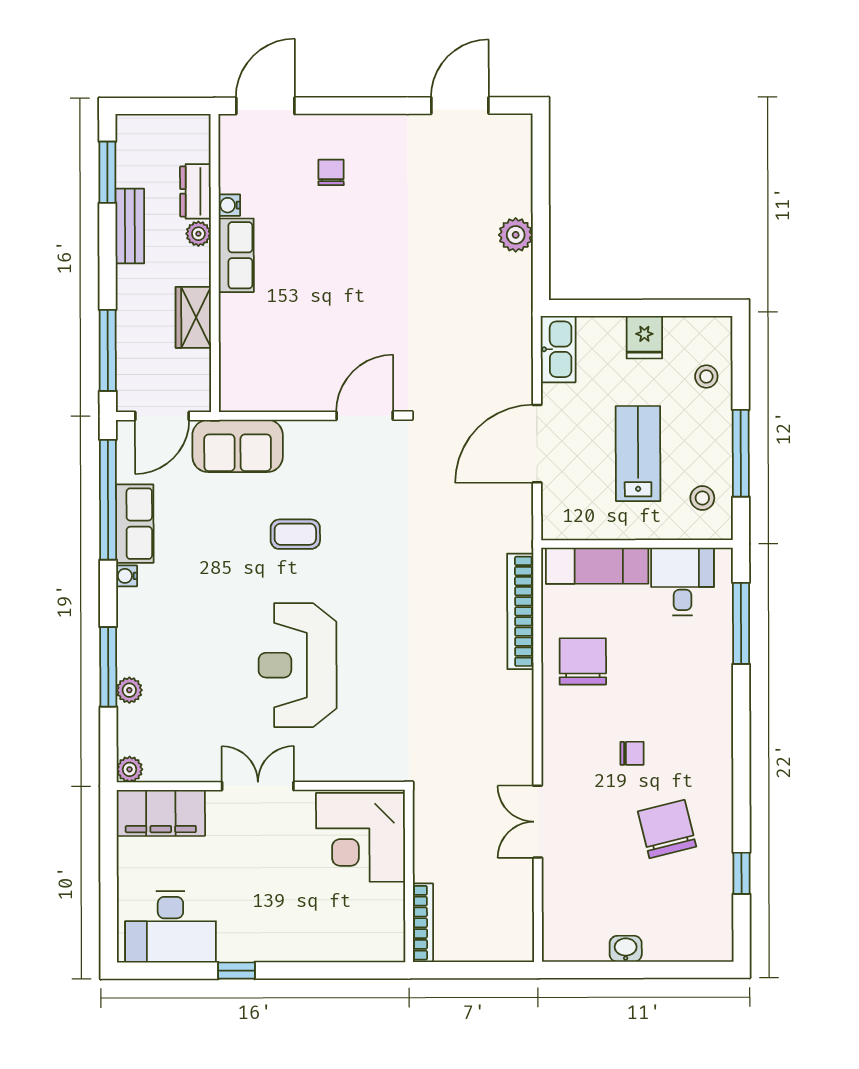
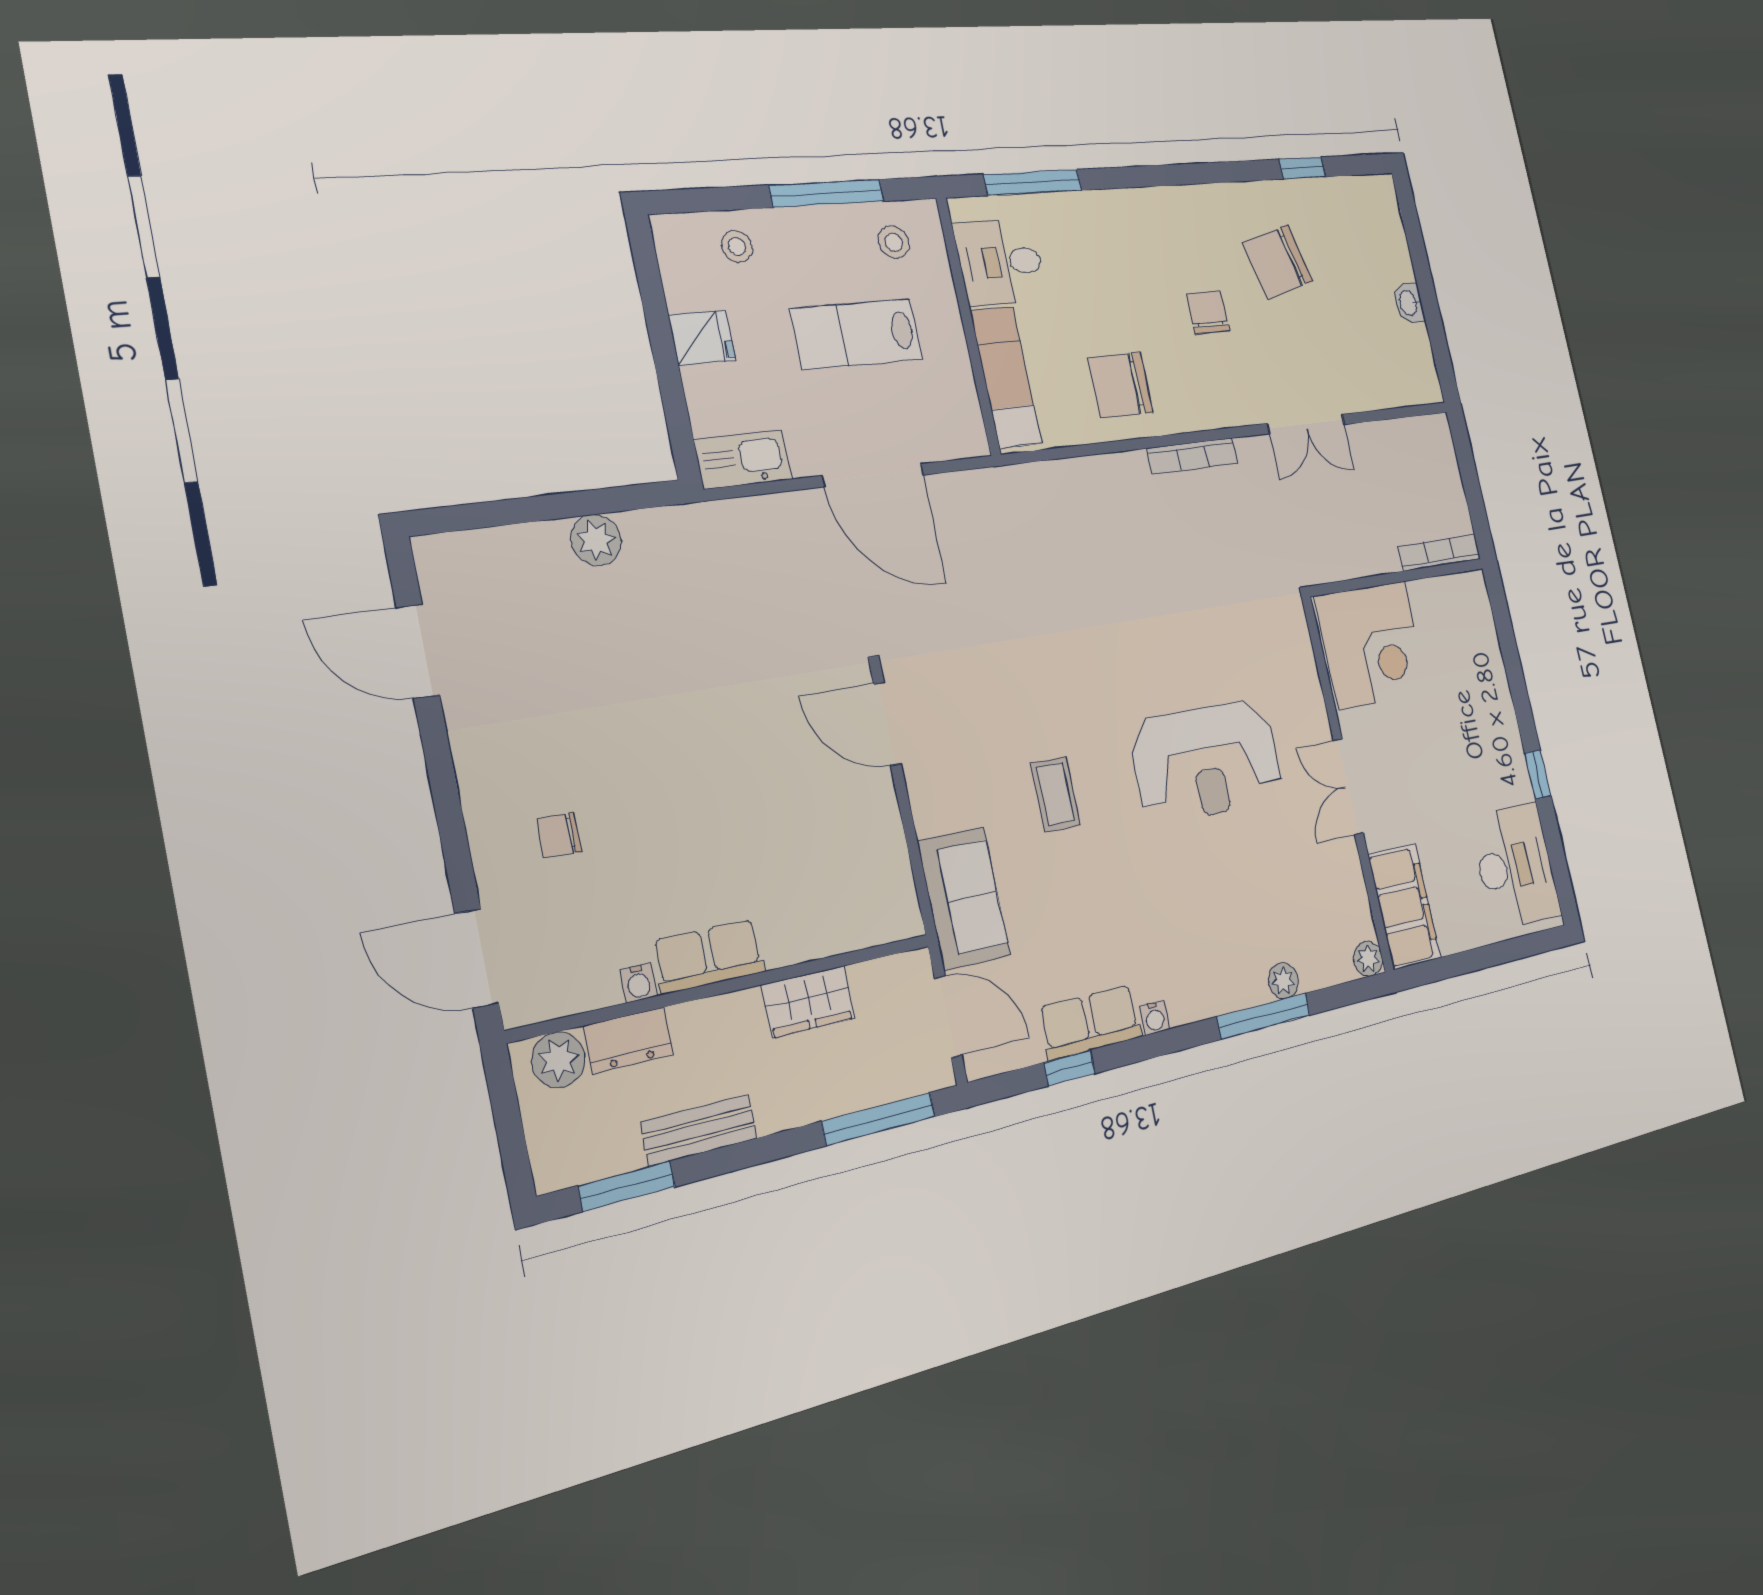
plant: (198, 234) -> (558, 1060), moved, width x1.38, depth x1.38
window: (108, 500) -> (1069, 1068), width x0.32
bookcase: (520, 611) -> (1192, 456), moved, width x0.68, depth x0.76
chair: (632, 753) -> (1208, 312), width x1.37, depth x1.37

